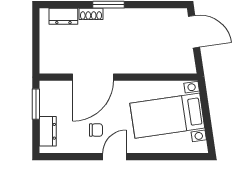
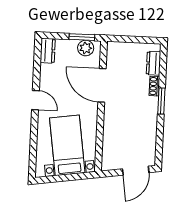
plant: (49, 99) -> (86, 48), added
chair: (96, 130) -> (58, 86), removed
dresser: (48, 131) -> (48, 51), moved, turned -90

